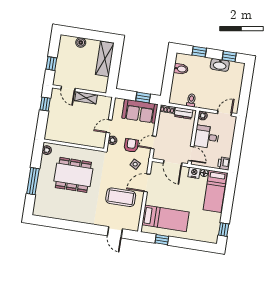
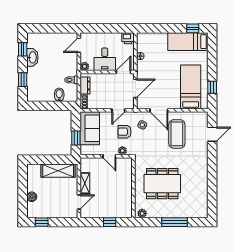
shelving: (105, 59) -> (58, 171), moved
window: (51, 64) -> (42, 222), moved
bidet: (181, 69) -> (59, 95), moved
window: (143, 97) -> (76, 138), moved
window: (45, 104) -> (110, 222), moved
door: (225, 113) -> (79, 45), hinge flipped
door: (153, 143) -> (118, 110), hinge flipped
nightstand: (194, 173) -> (142, 66), removed
dining table: (73, 175) -> (162, 184), turned 90
bed: (215, 191) -> (188, 42), moved, turned 180

